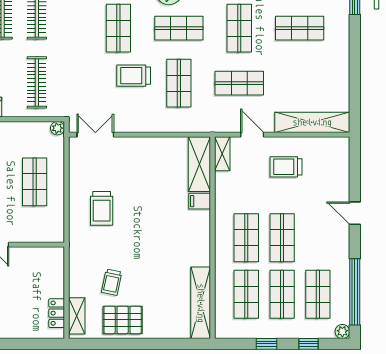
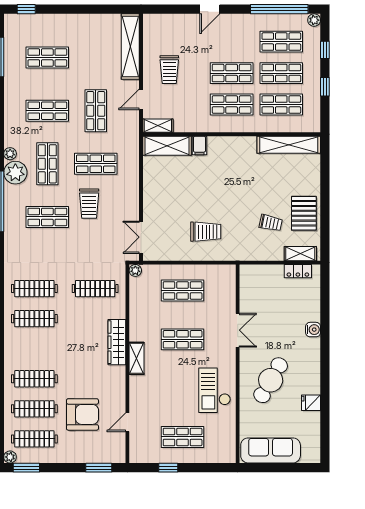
shop shelf: (300, 28) -> (47, 58), turned 90

